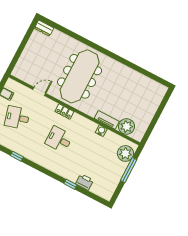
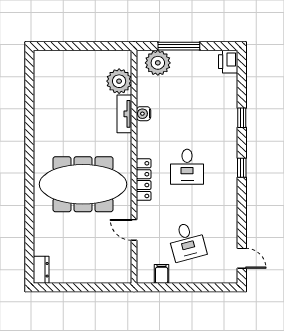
locker: (64, 111) -> (144, 180), width x1.53
window: (17, 156) -> (242, 168), moved
printer: (84, 182) -> (228, 62), moved

